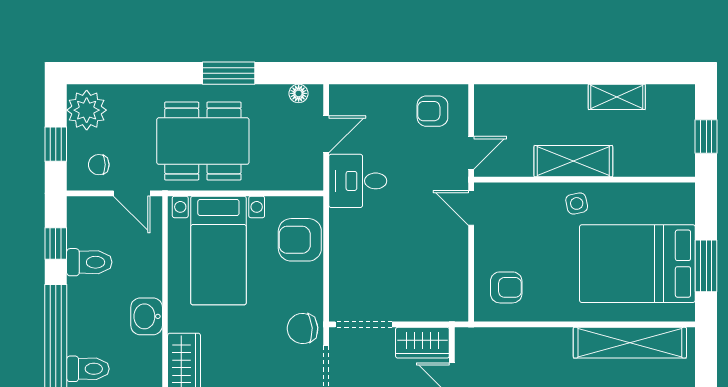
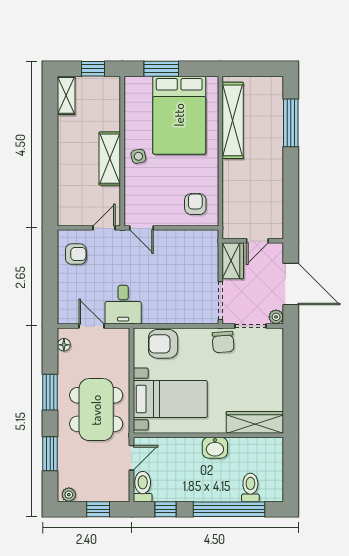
window: (138, 73) -> (50, 454), added
shelving: (617, 97) -> (66, 95), moved
plant: (87, 110) -> (69, 495), width x0.53, depth x0.53
armchair: (432, 111) -> (76, 254), turned -90
door: (471, 153) -> (104, 228), hinge flipped
chair: (99, 165) -> (112, 480), removed
door: (471, 208) -> (141, 228), hinge flipped
armchair: (300, 240) -> (163, 344), turned 90
toilet: (89, 262) -> (143, 487), moved
window: (706, 266) -> (161, 69), moved

